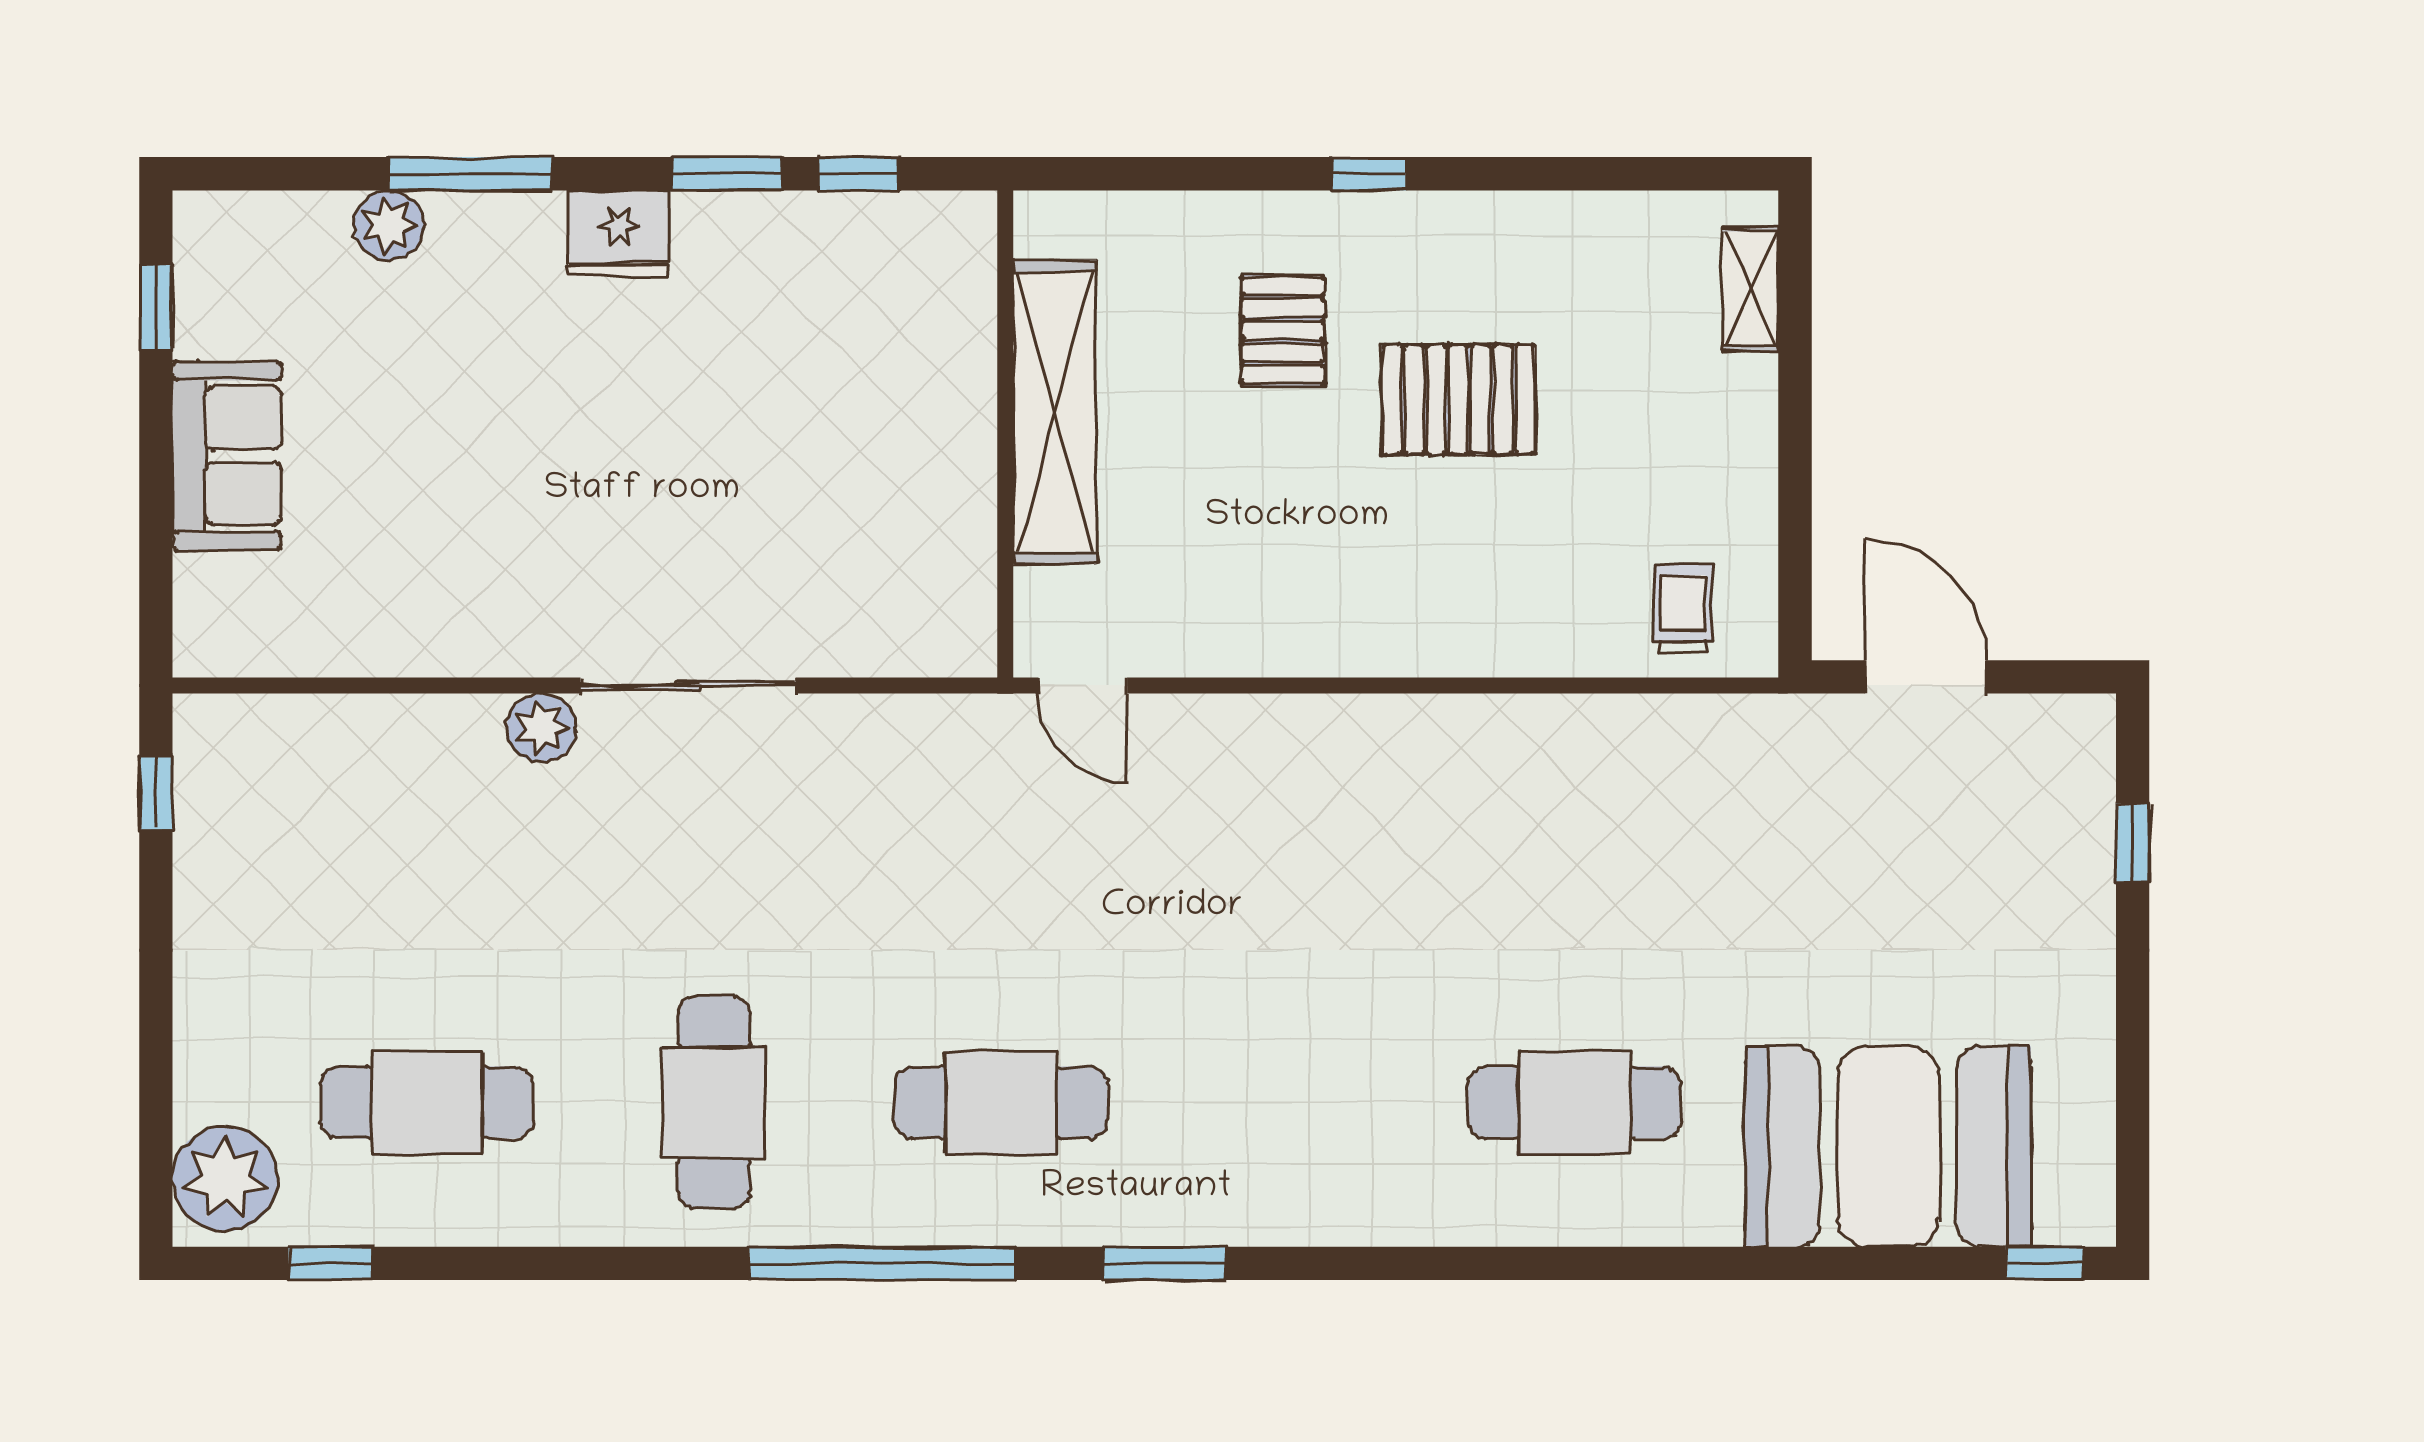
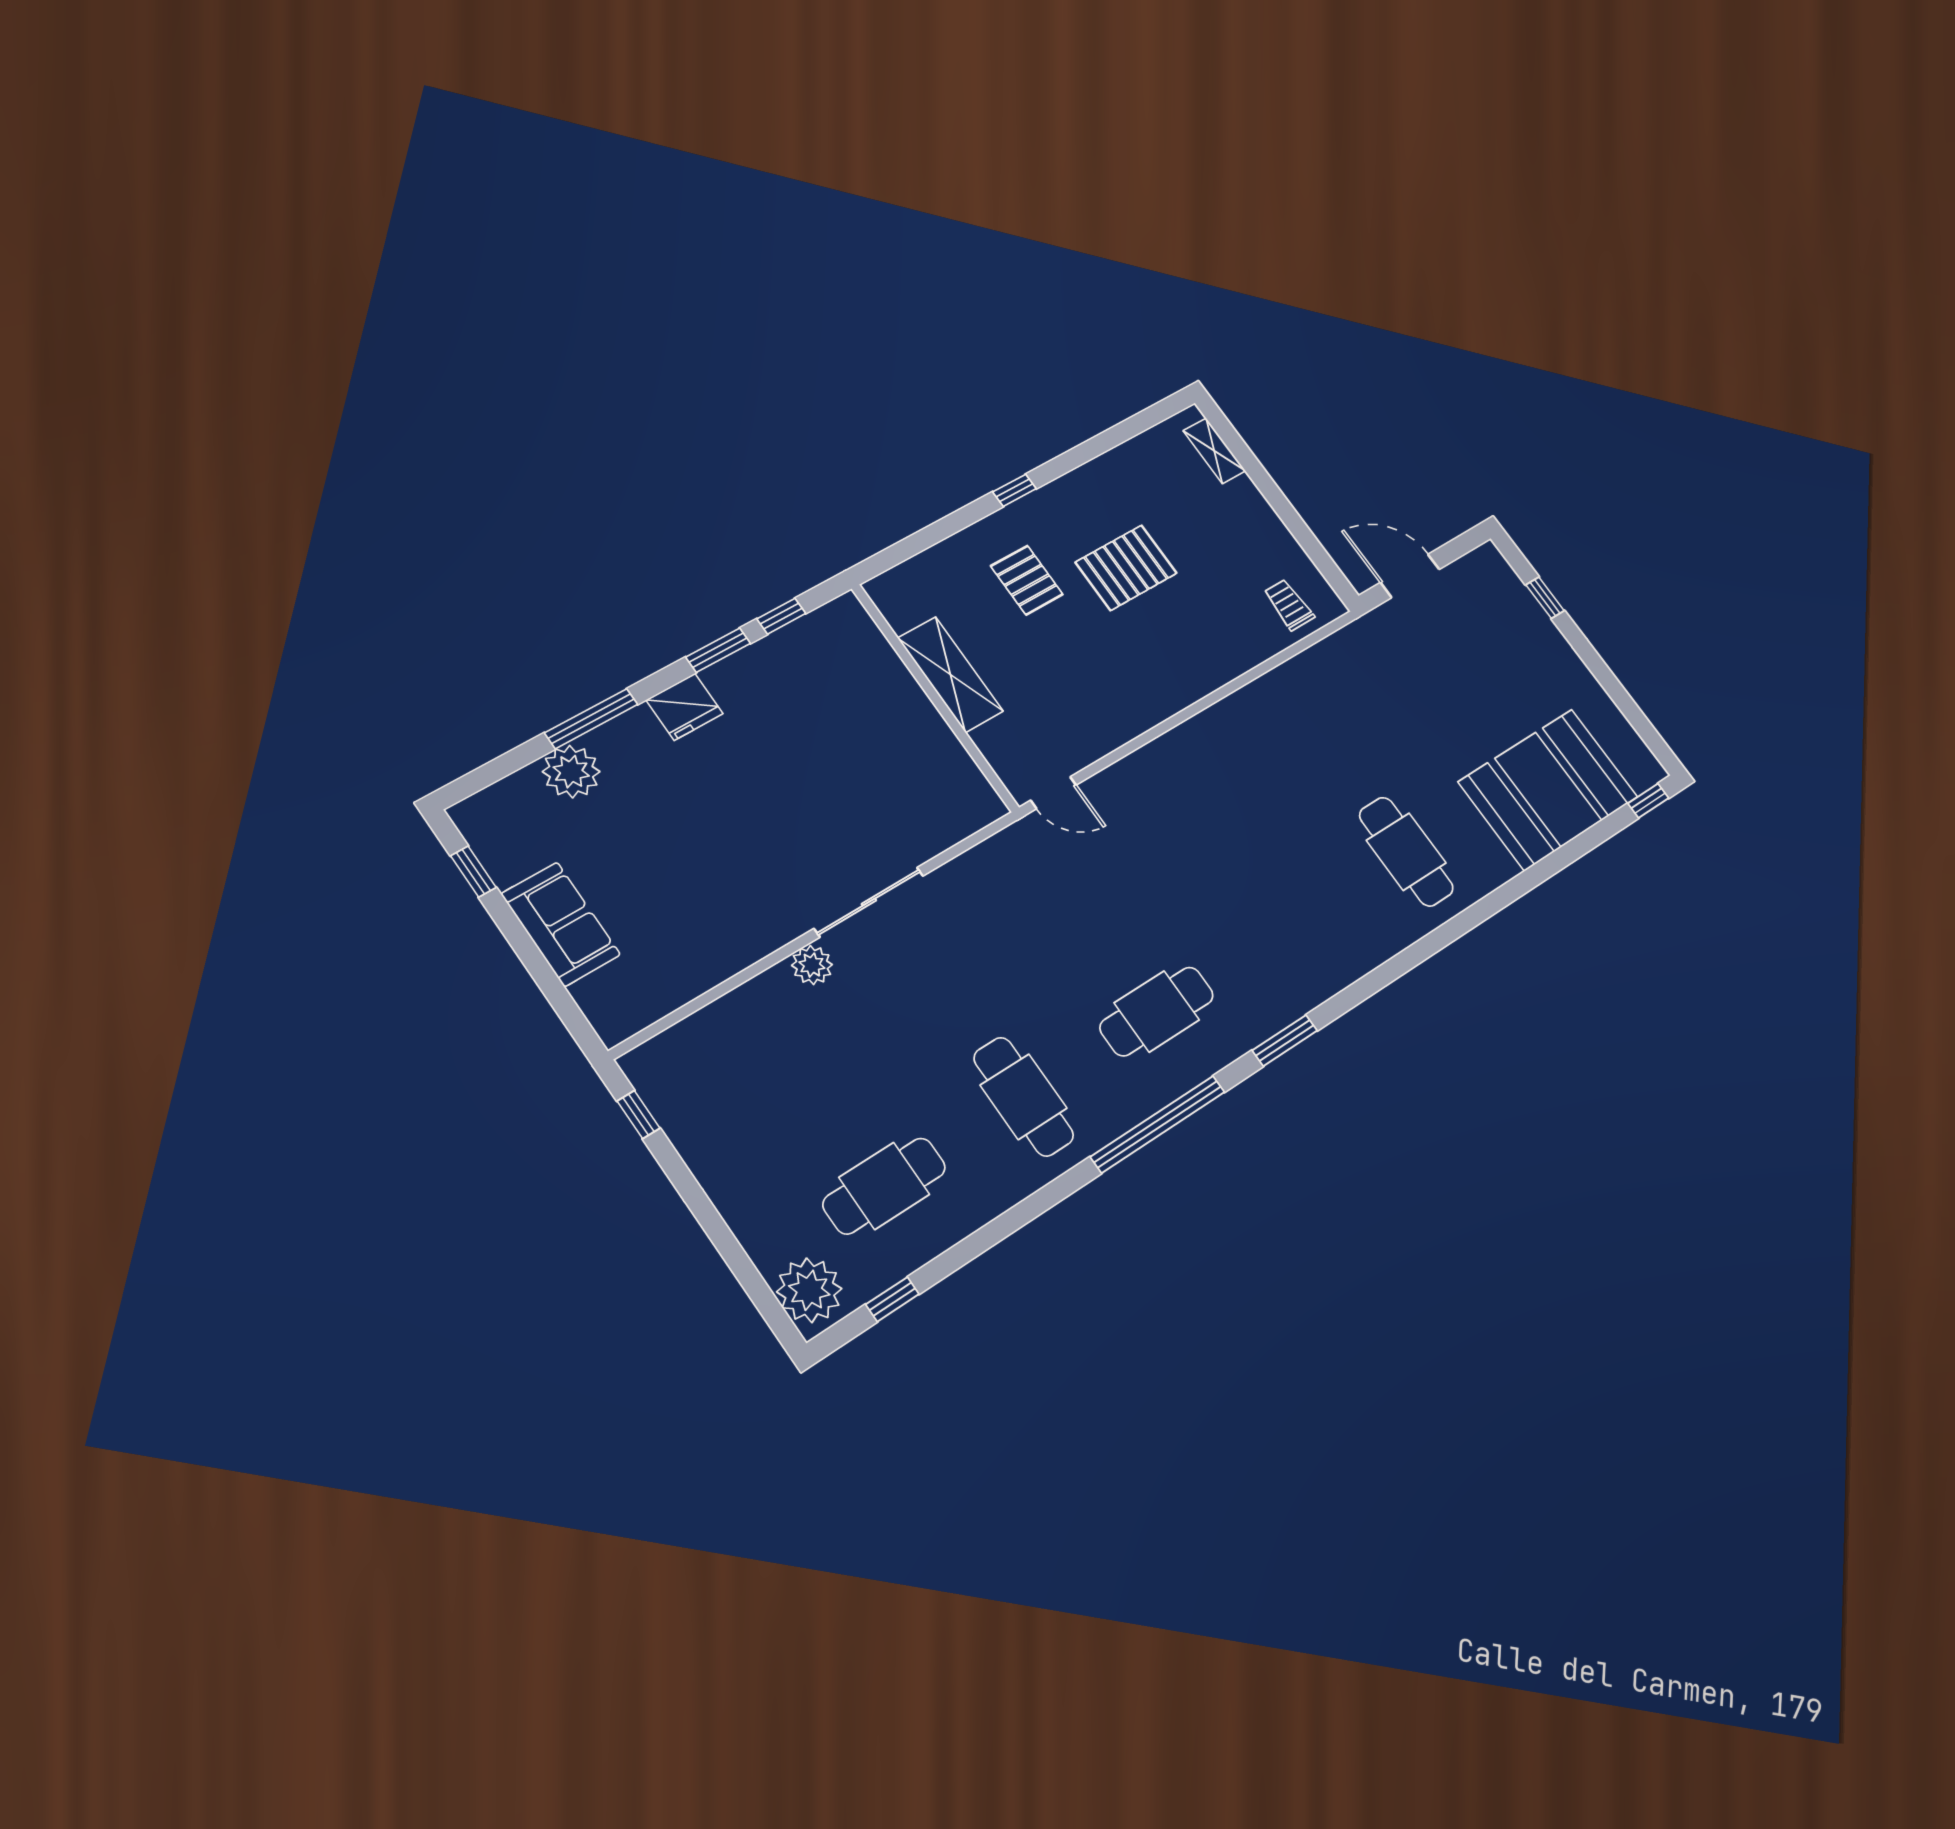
plant: (389, 225) -> (571, 772), width x1.36, depth x1.36
shelving: (1055, 412) -> (950, 675), width x0.68
cafe table: (1575, 1103) -> (1406, 852), turned 90

